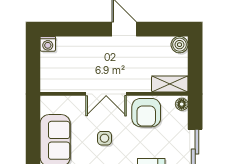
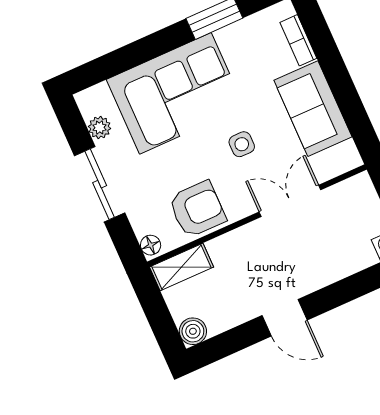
double door: (106, 94) -> (290, 201), moved
armchair: (146, 113) -> (197, 209), turned 90

